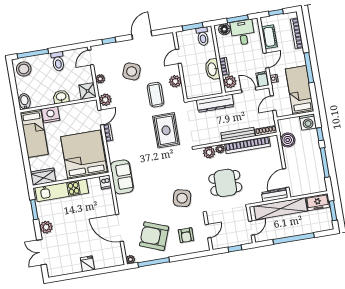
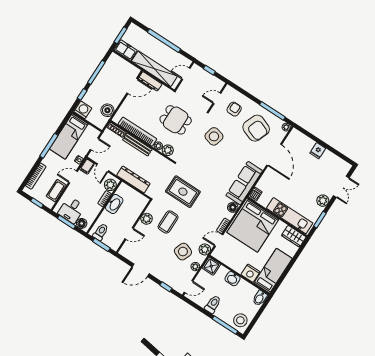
side table: (132, 71) -> (183, 252), moved
rug: (166, 130) -> (183, 192), turned 90
floor lamp: (114, 155) -> (233, 207), added
sofa: (122, 177) -> (244, 183), width x1.36

